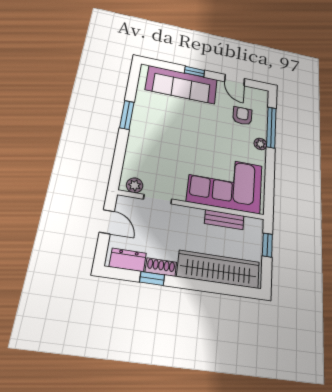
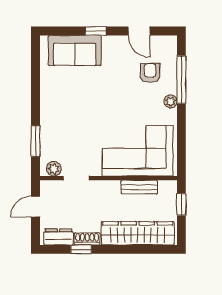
sofa: (182, 85) -> (75, 51), width x0.73
window: (127, 115) -> (35, 141), moved
door: (107, 222) -> (35, 207), swing flipped

